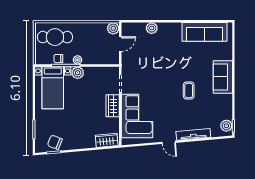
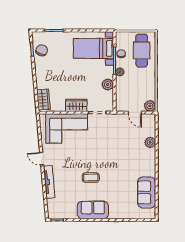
sofa: (204, 32) -> (147, 193), width x0.73
plant: (78, 73) -> (108, 84), moved
sofa: (223, 77) -> (93, 210), moved
plant: (226, 126) -> (57, 213), removed
door: (169, 142) -> (42, 159), hinge flipped

